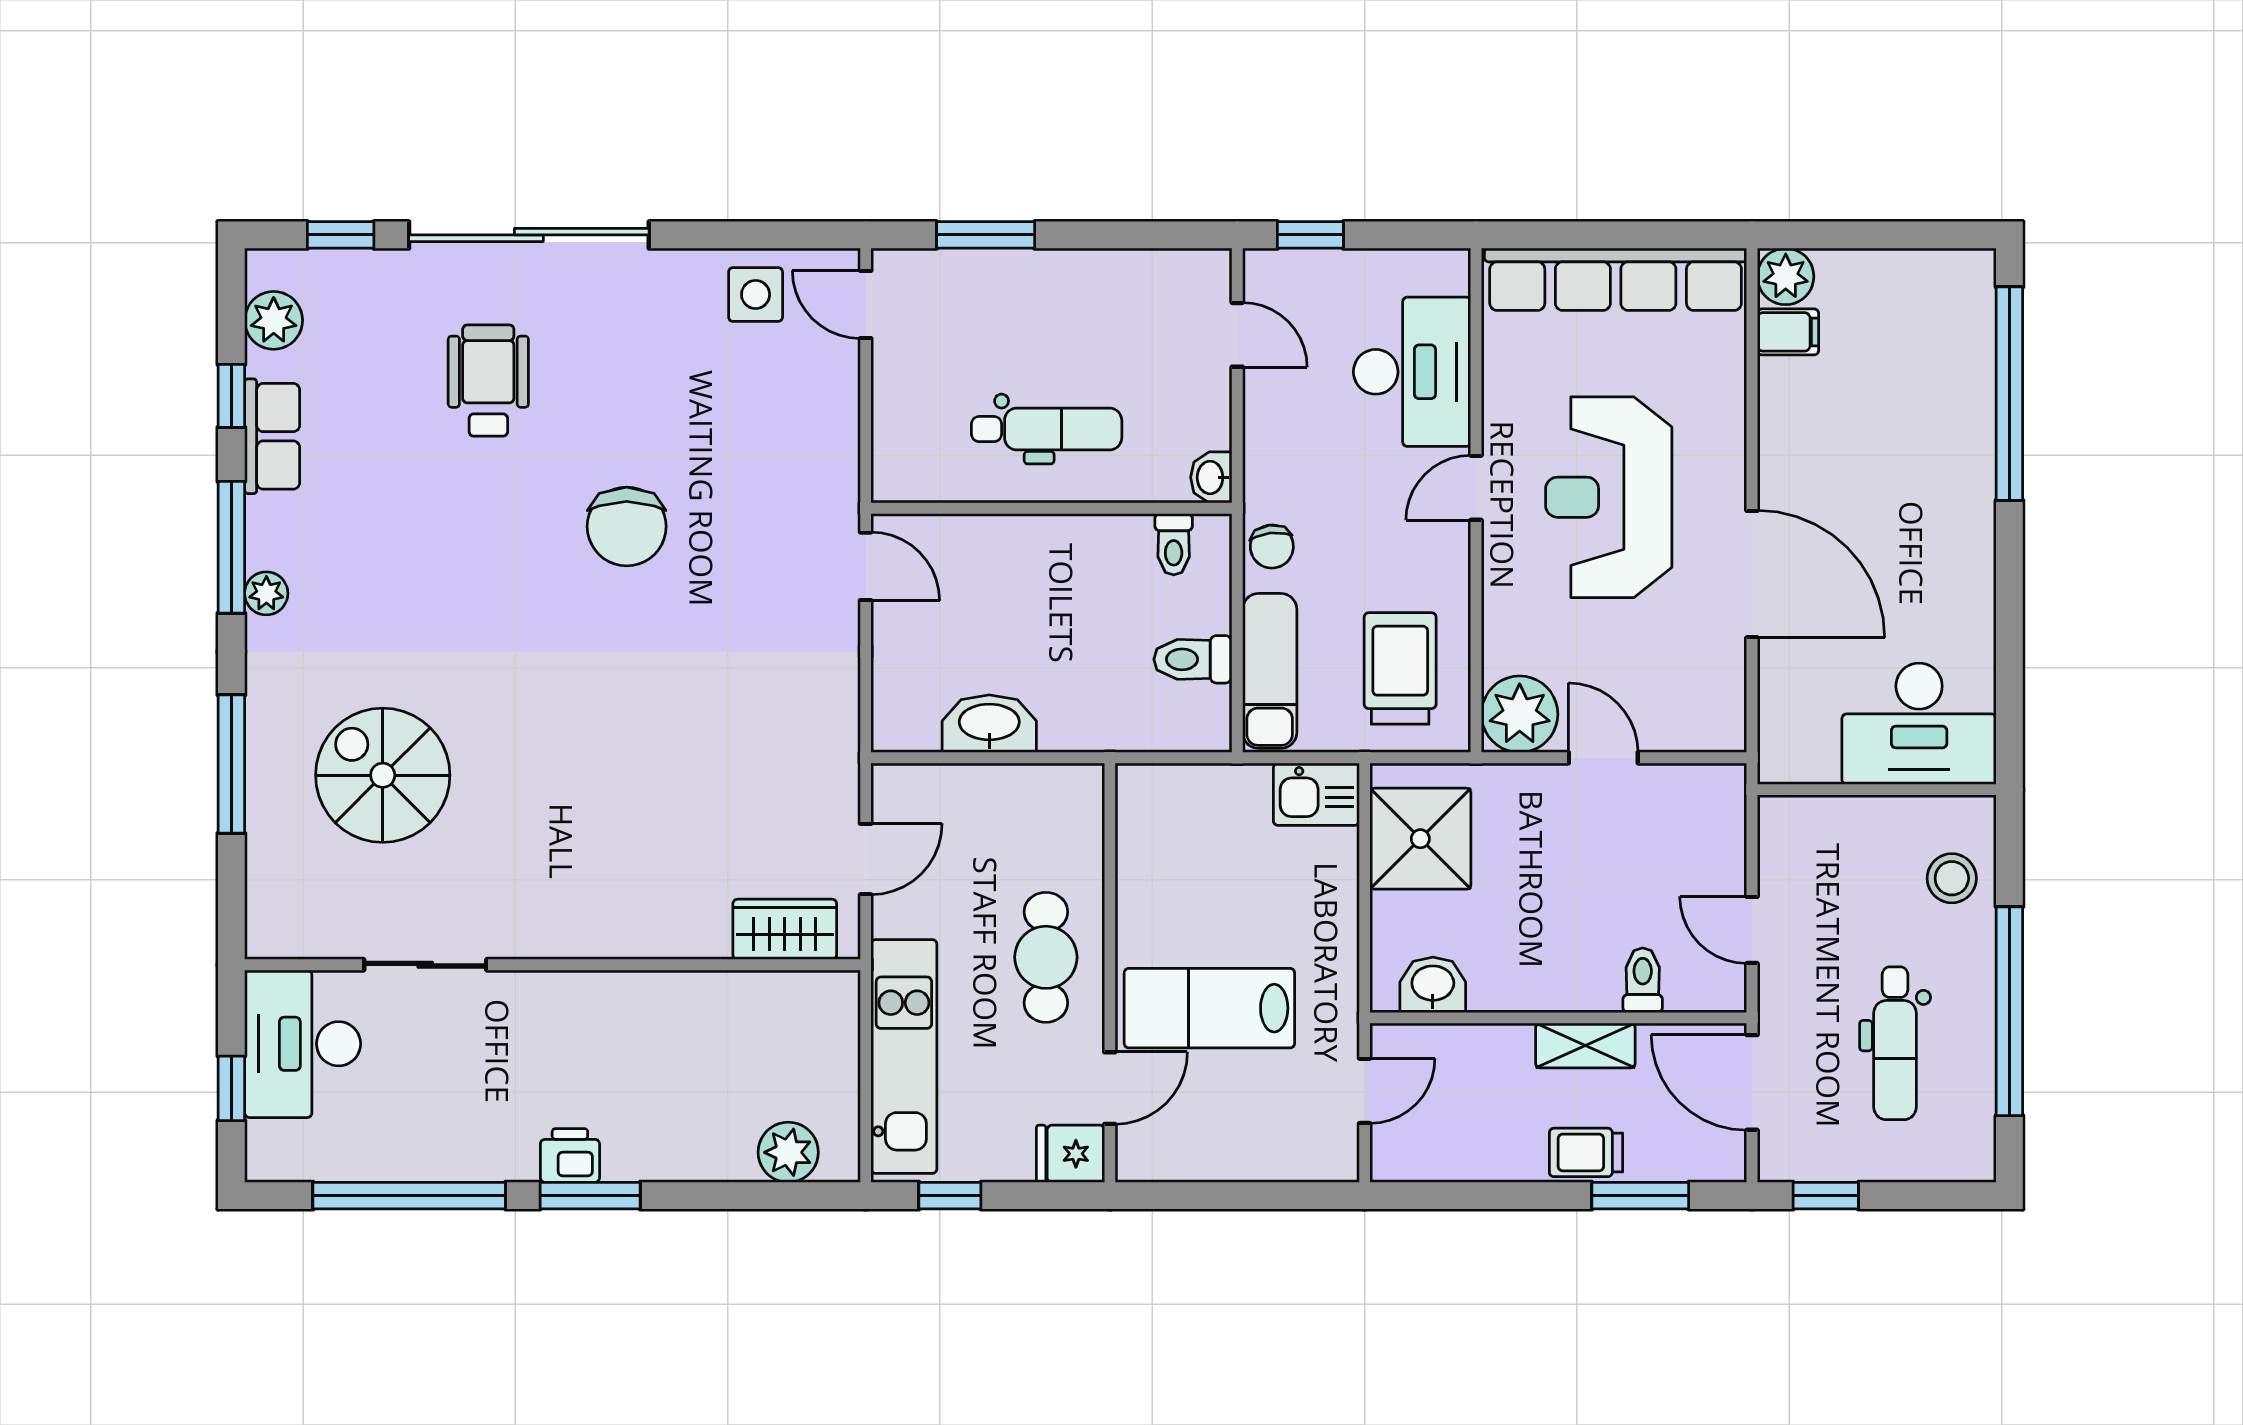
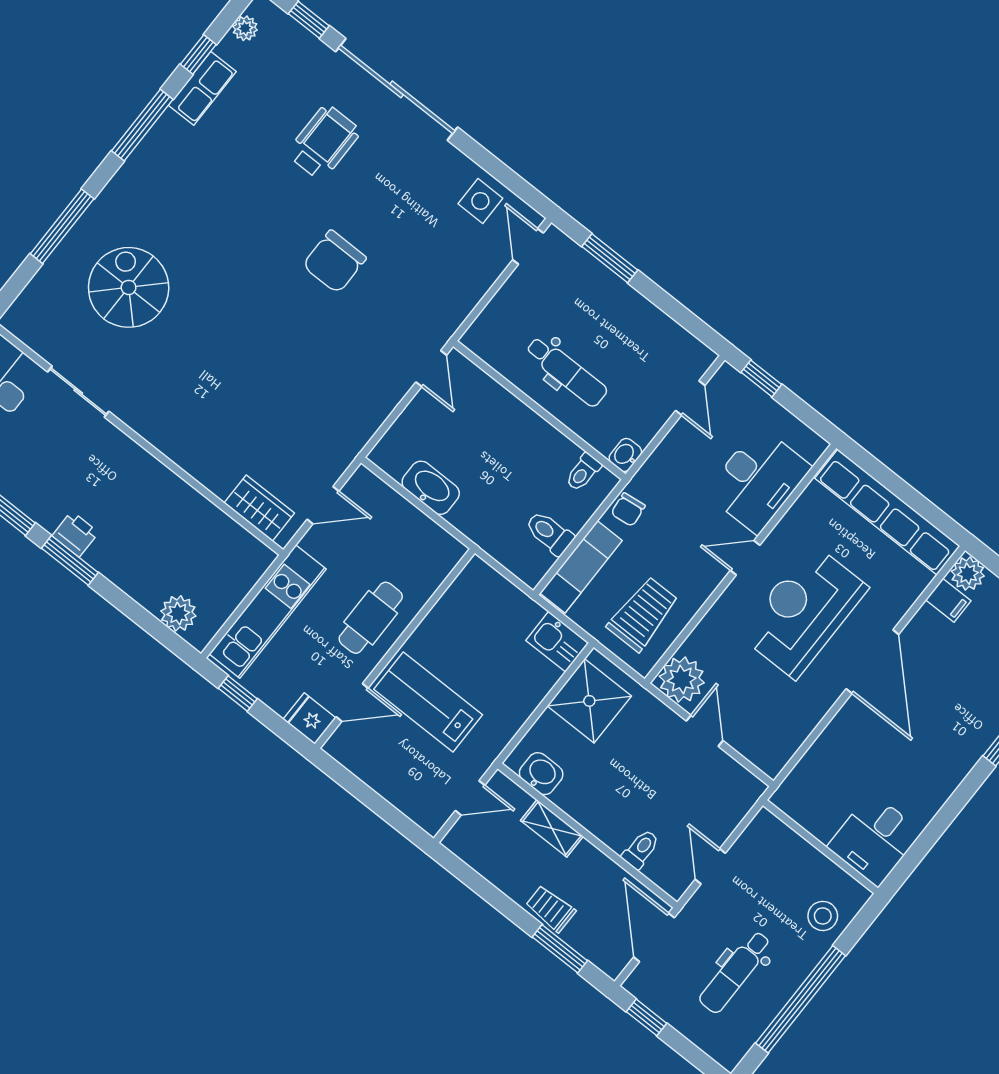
plant: (274, 320) -> (245, 28), width x0.73, depth x0.73
door: (1752, 574) -> (872, 662), moved
plant: (266, 593) -> (141, 160), removed
desk: (1919, 724) -> (874, 839), width x0.73
shelving: (1585, 1045) -> (552, 828), moved

